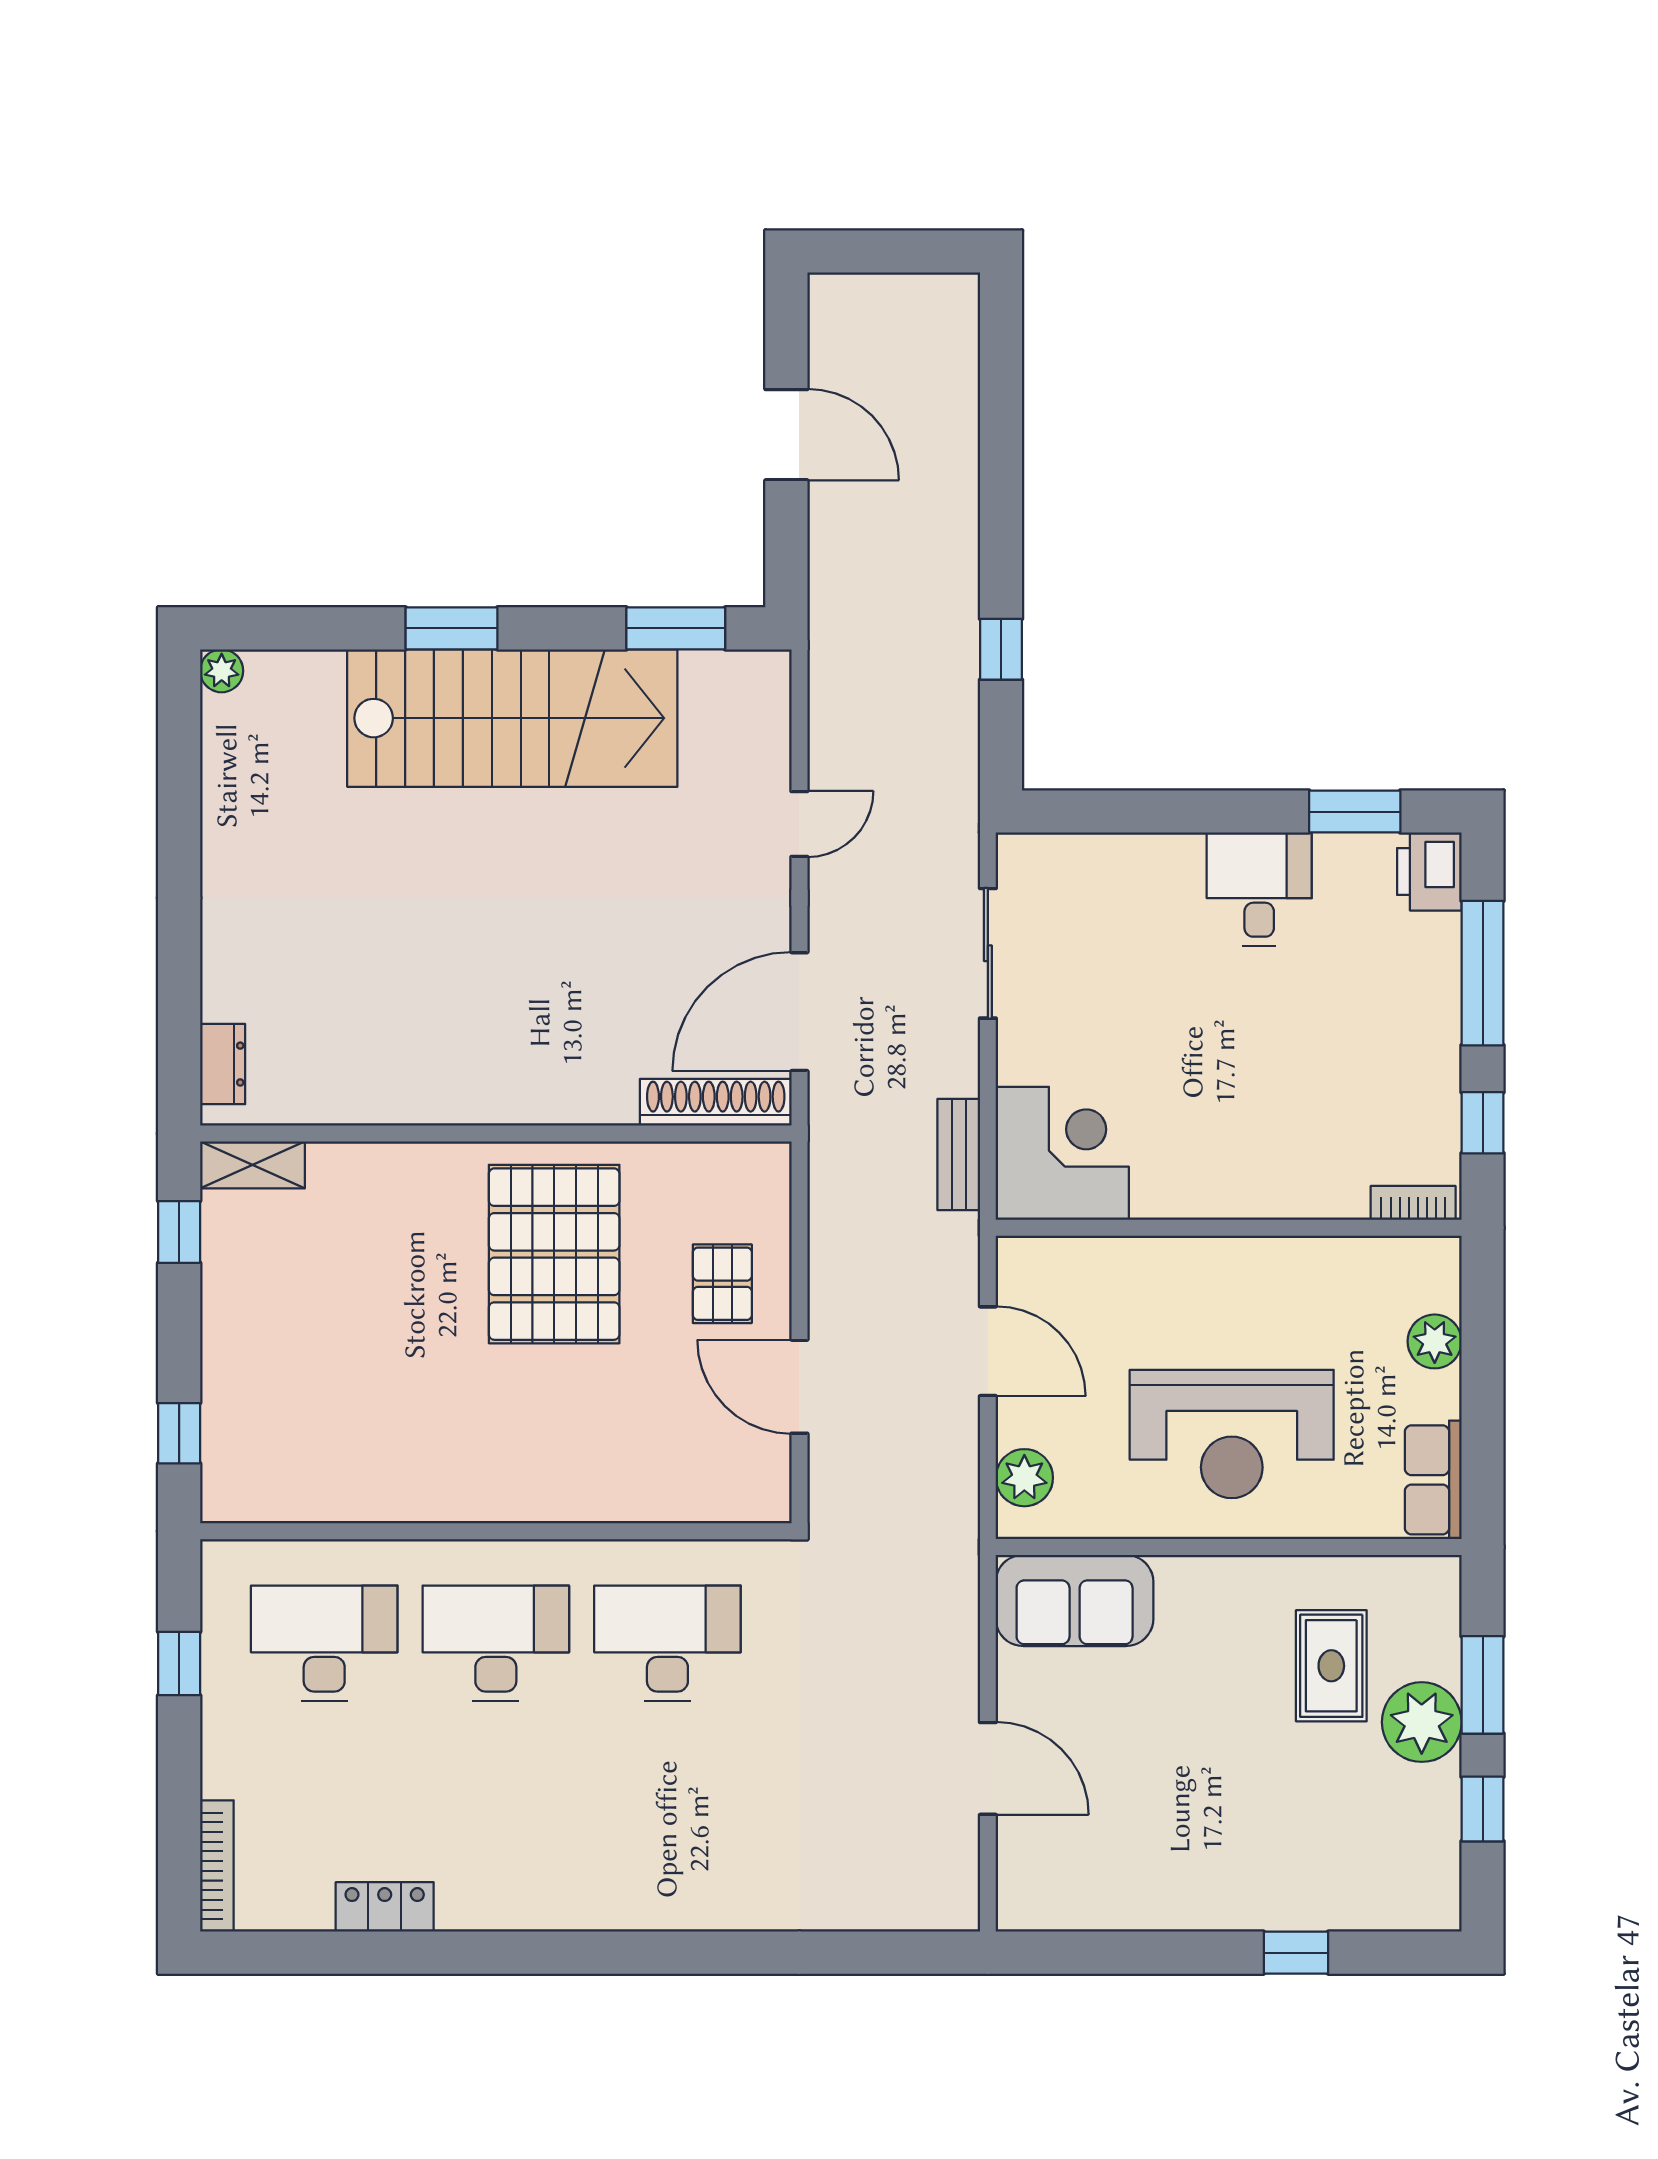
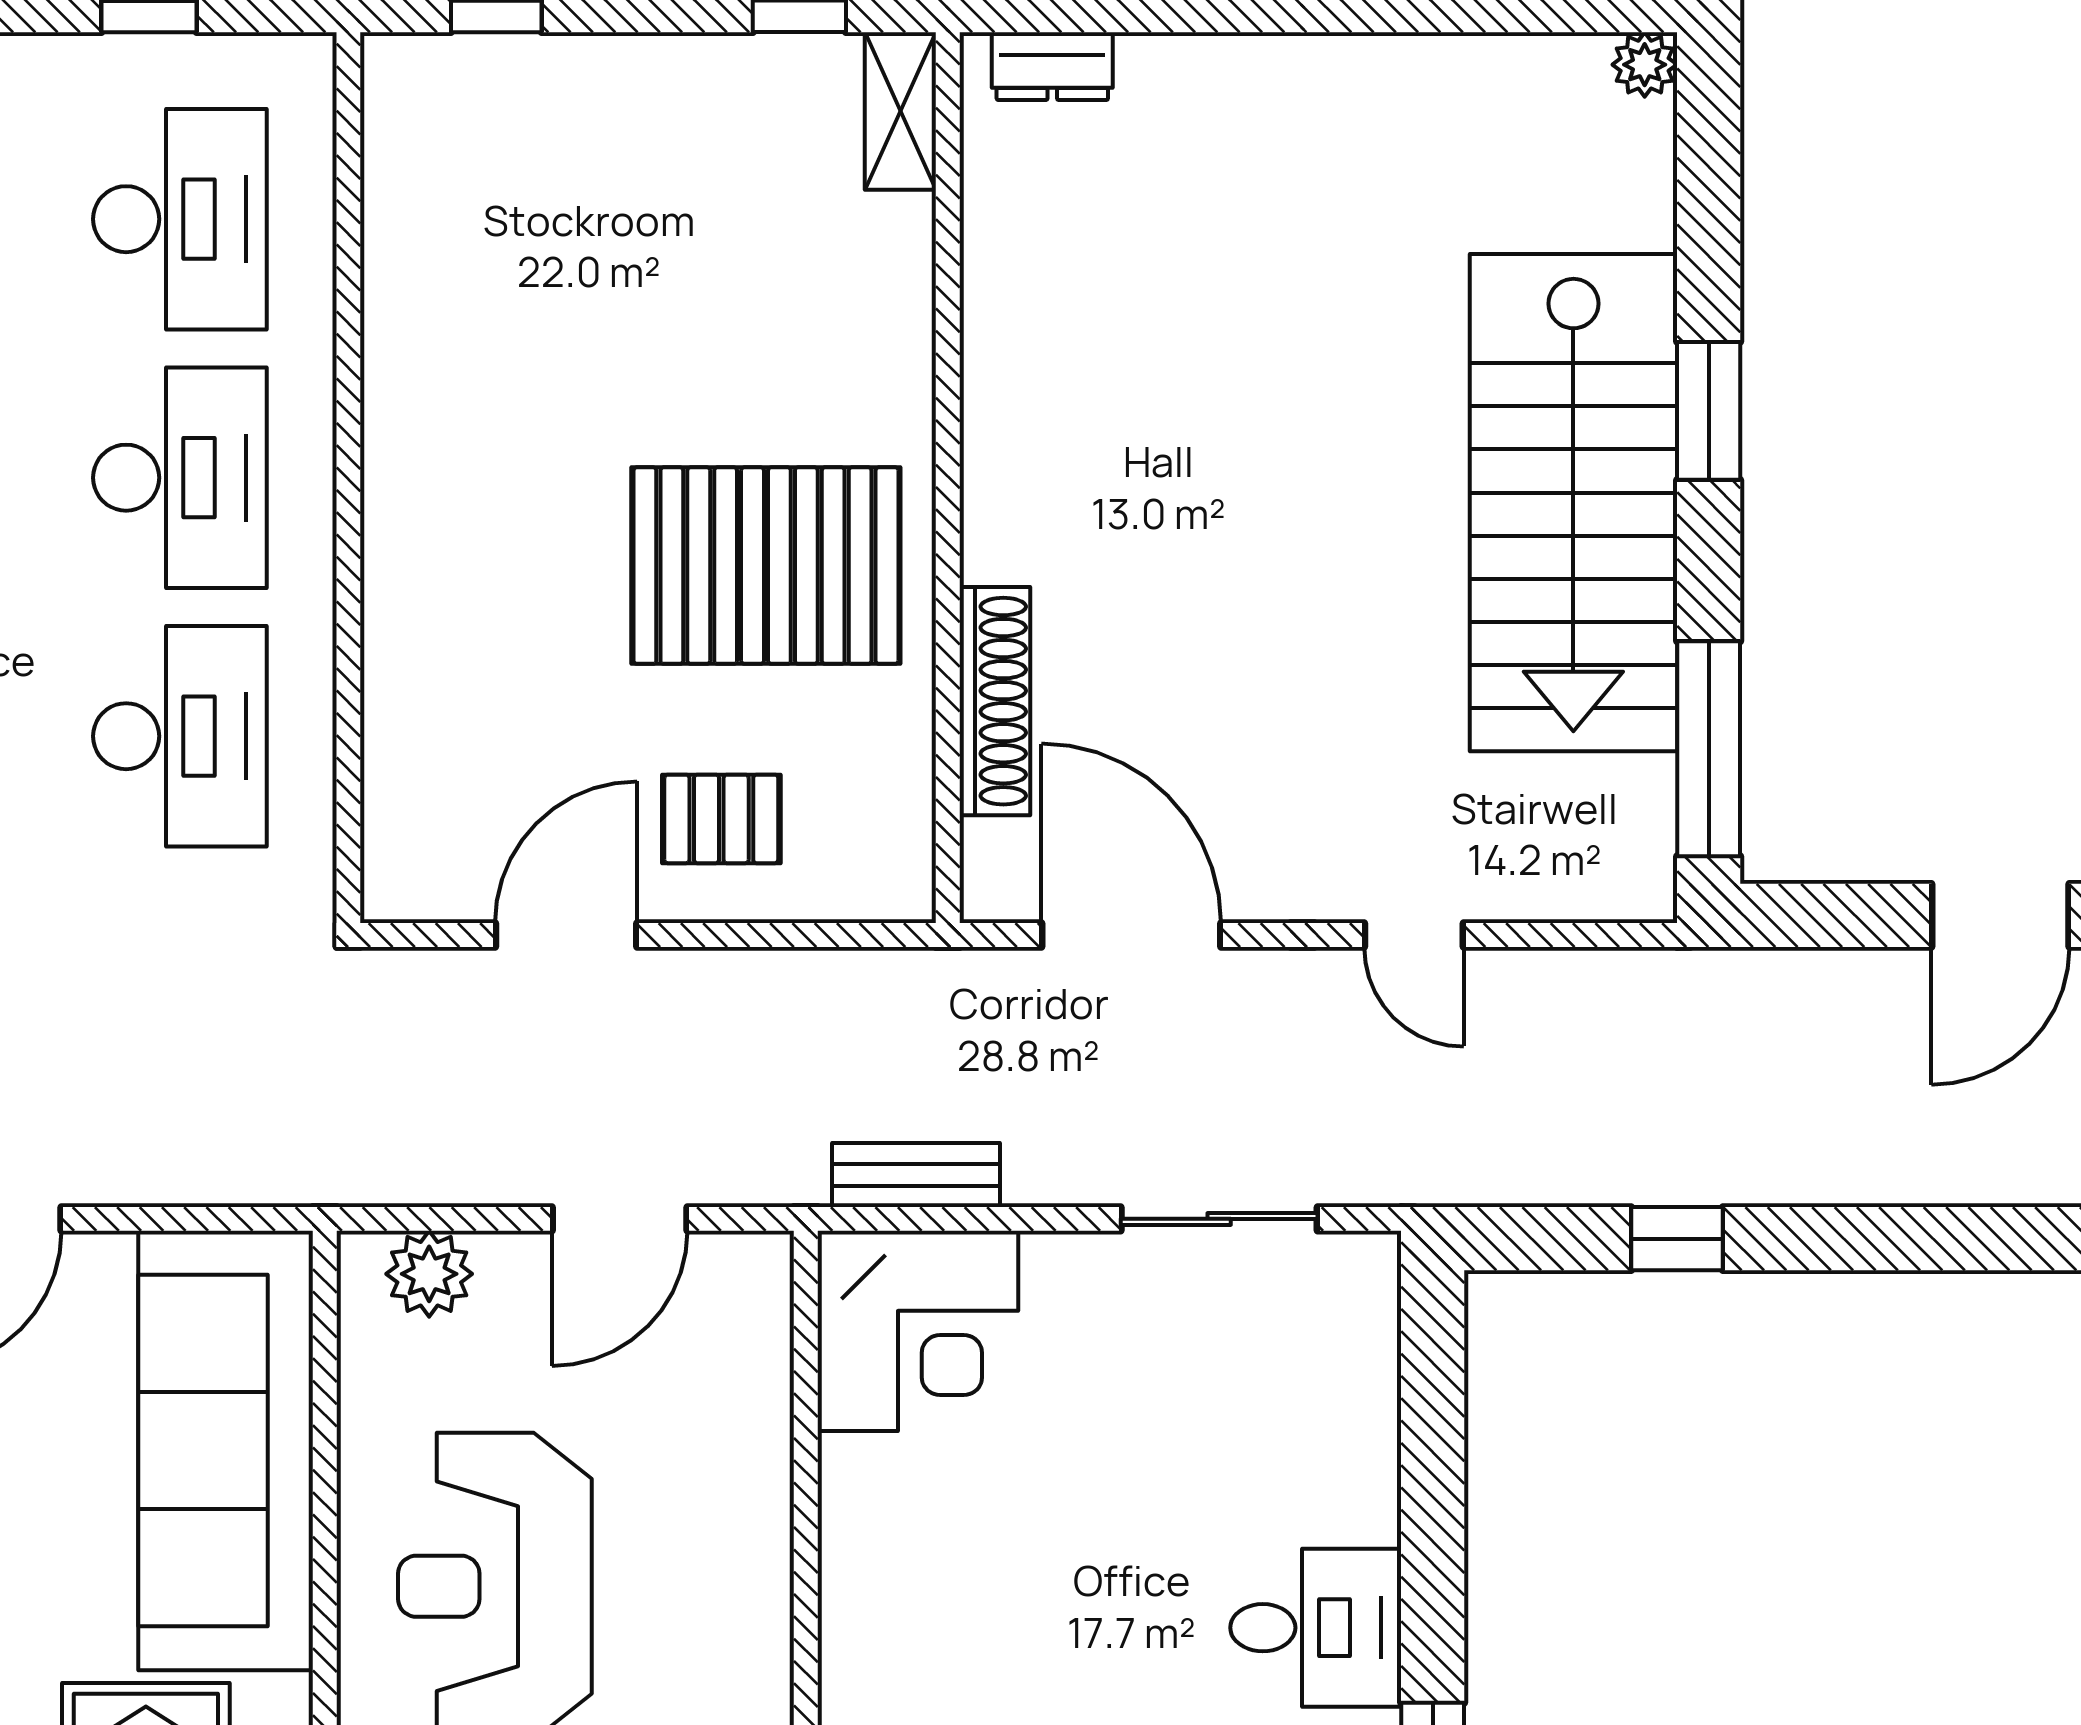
window: (676, 628) -> (1709, 749), width x1.44
shoe rack: (716, 1102) -> (995, 701), moved
sofa: (1075, 1600) -> (226, 1451), width x1.85, depth x1.27

